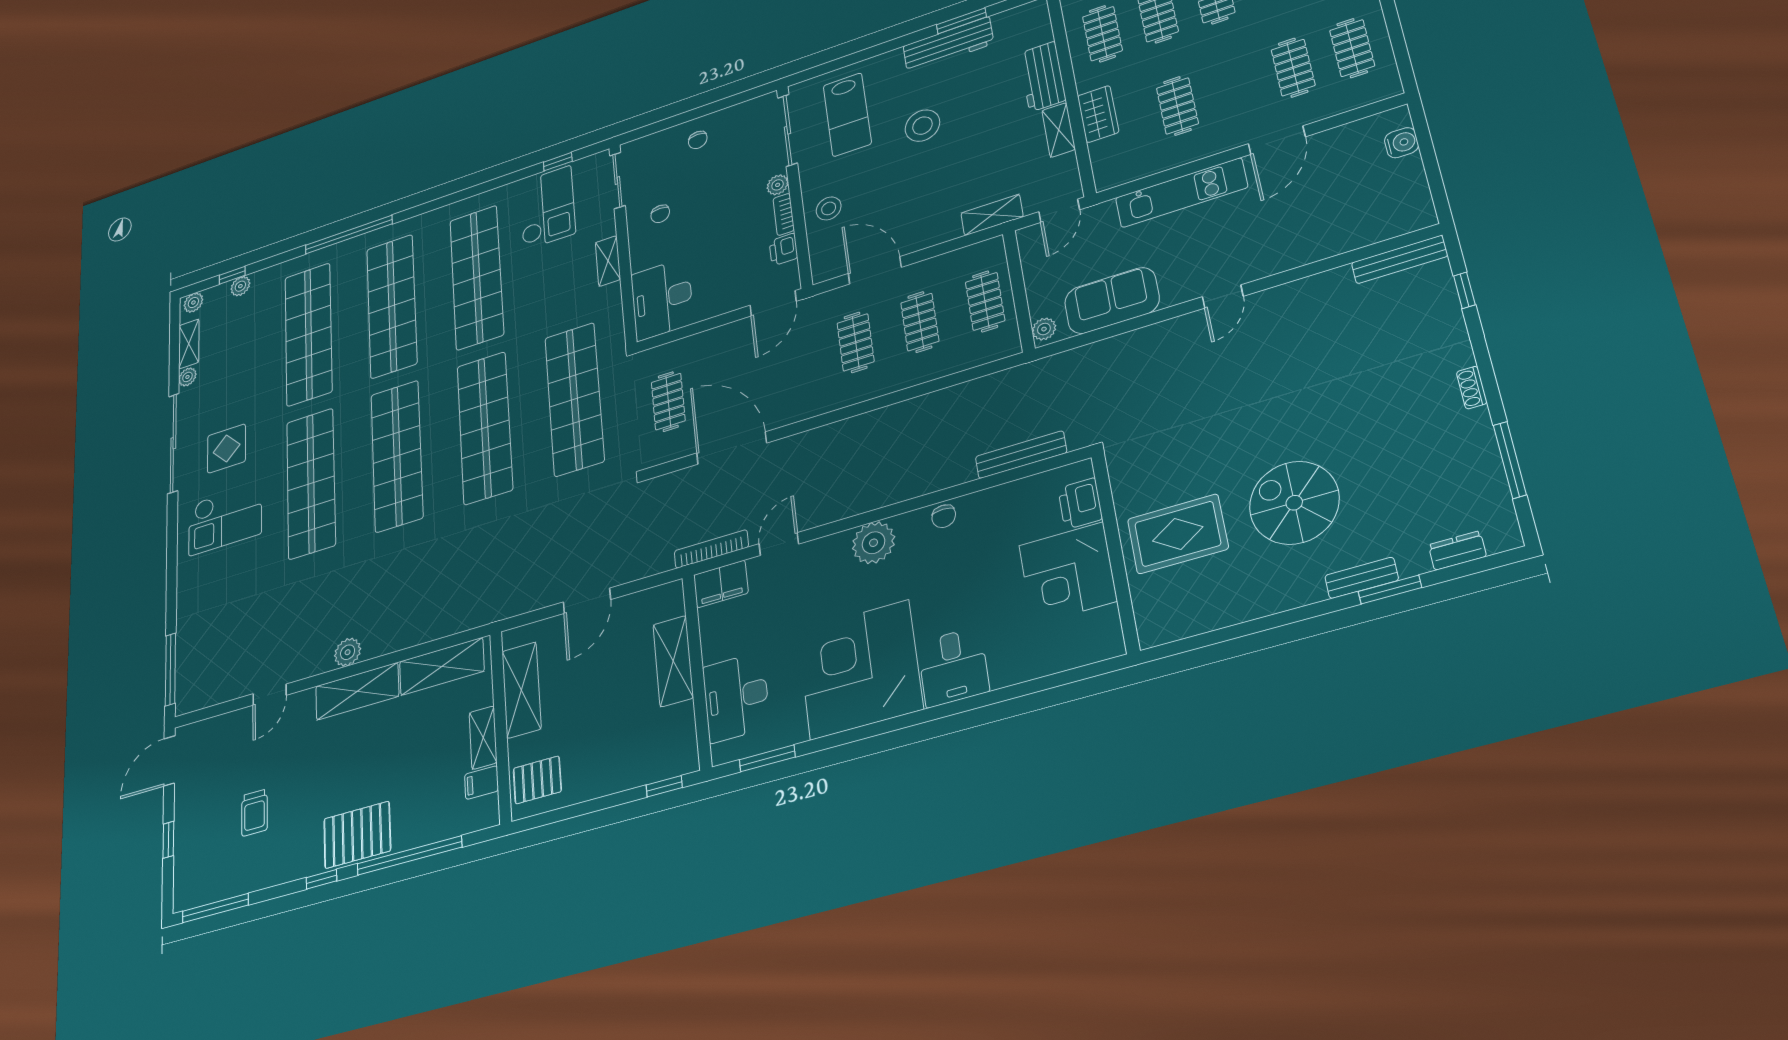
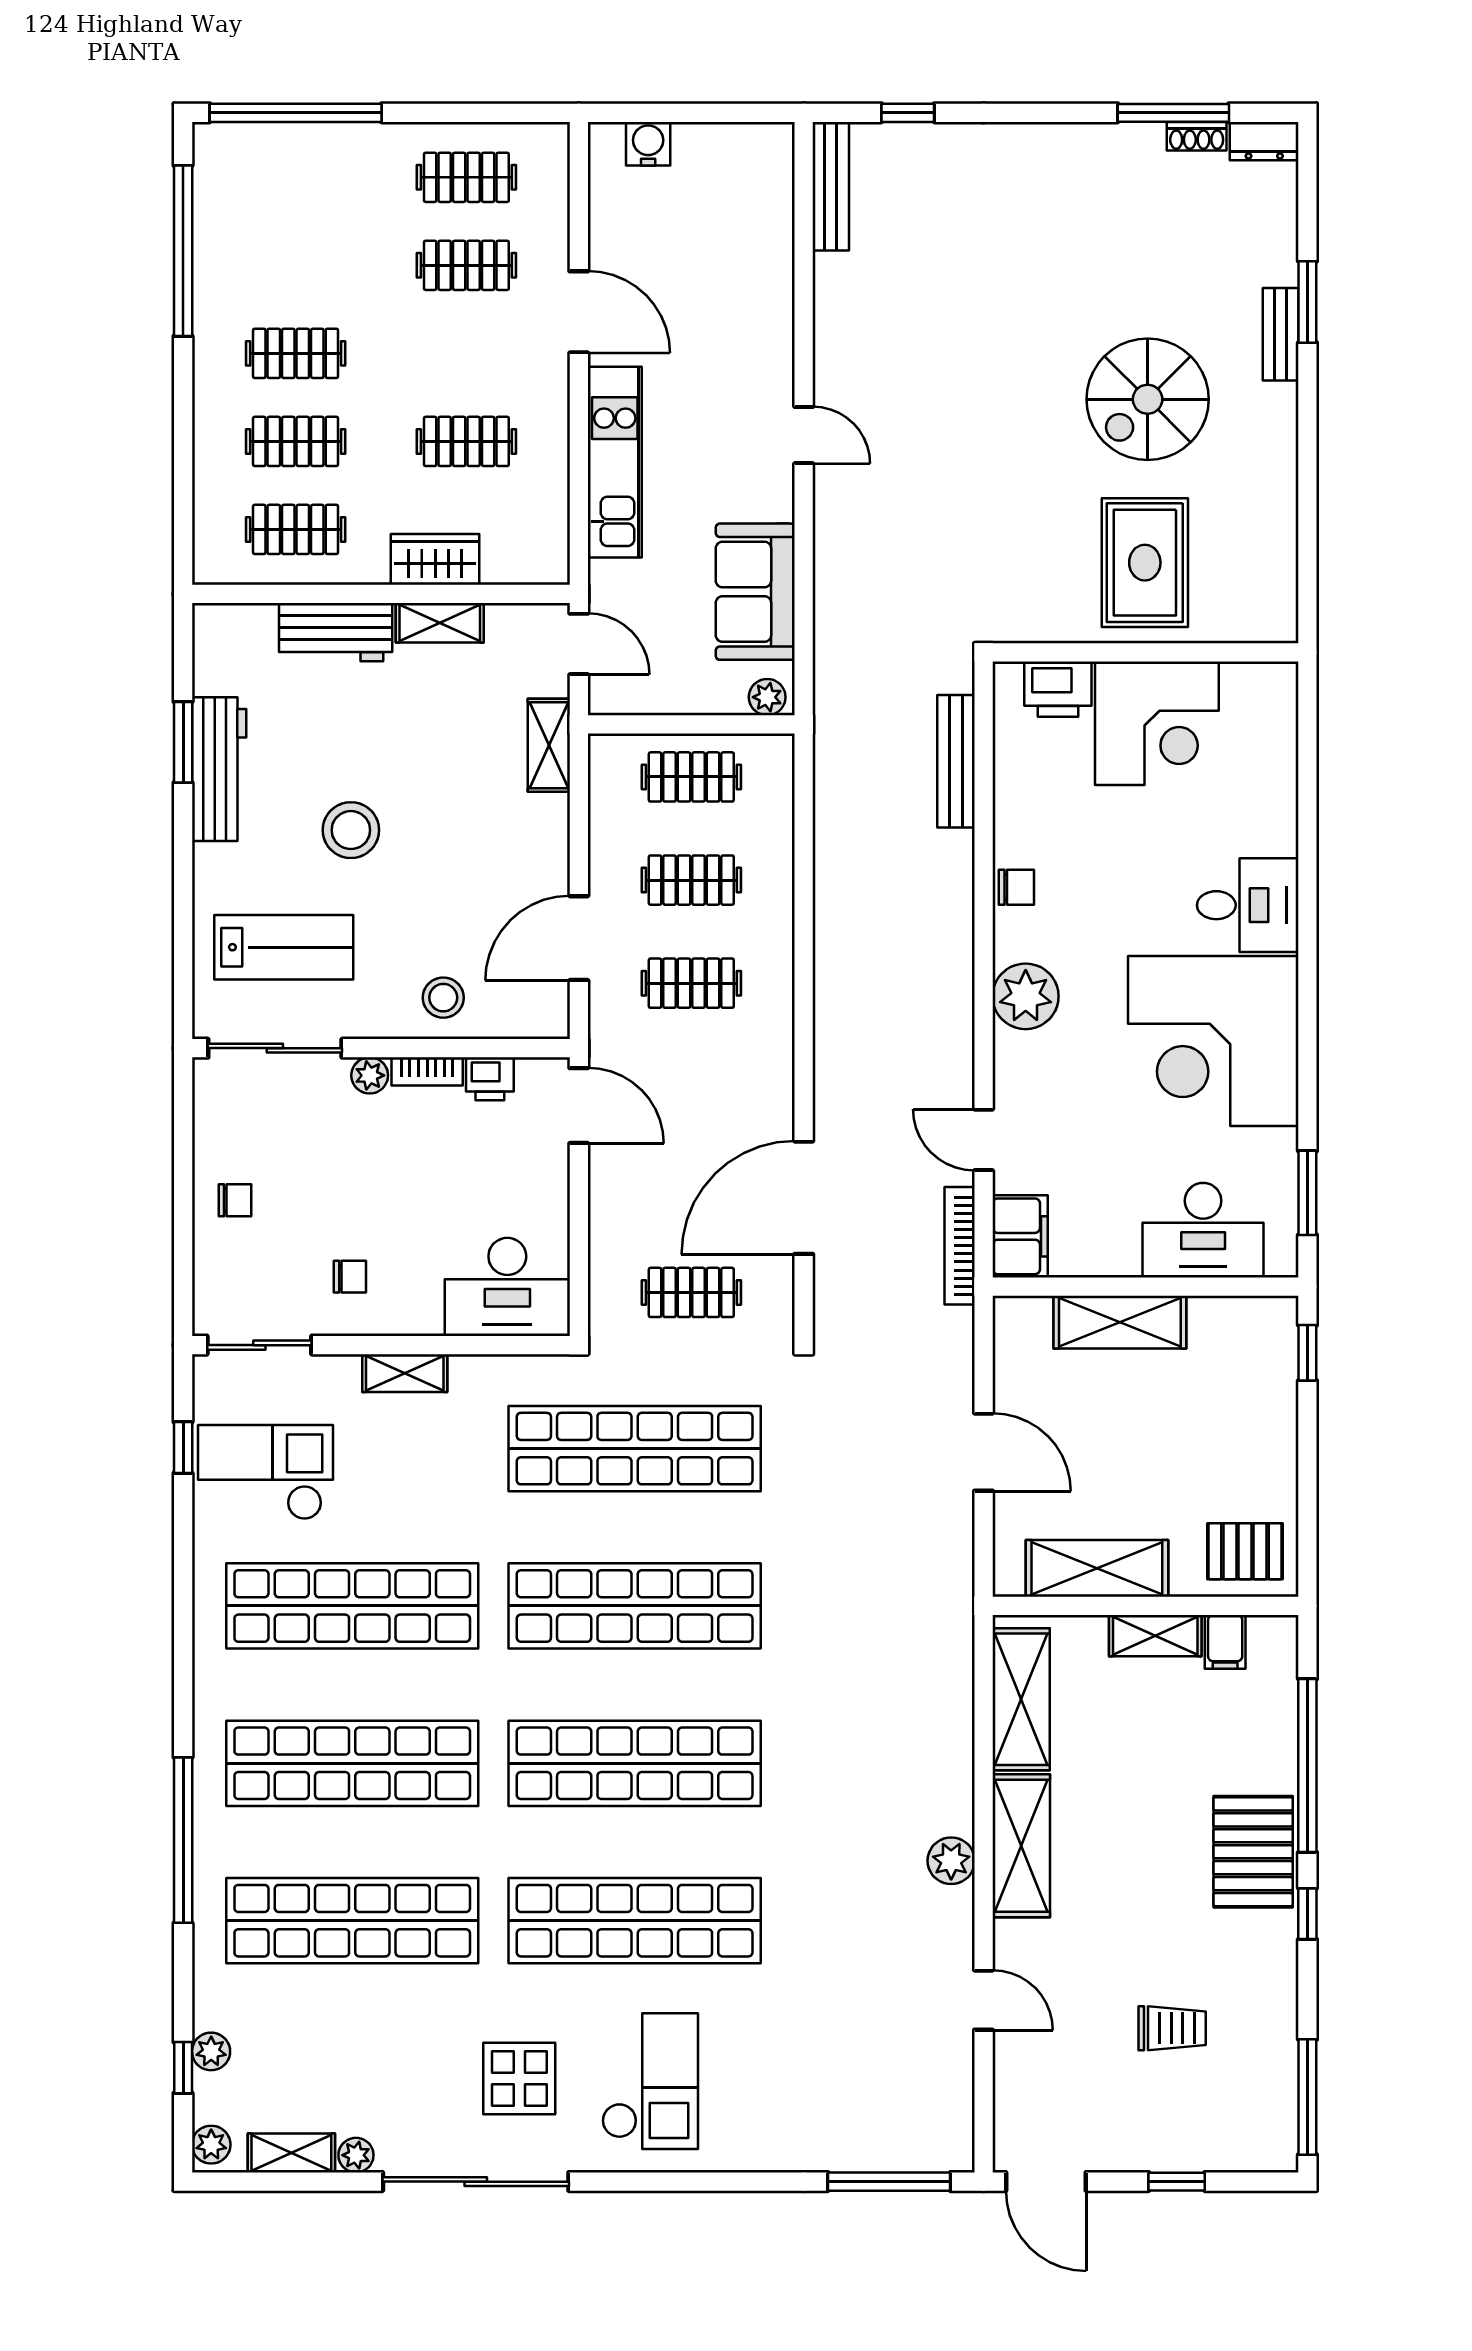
shoe rack: (1472, 388) -> (1197, 136), moved
dresser: (1457, 551) -> (1264, 141), moved, turned -90
pallet: (537, 780) -> (1245, 1551), turned 90

